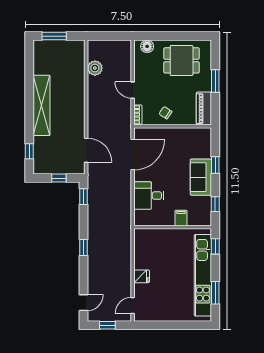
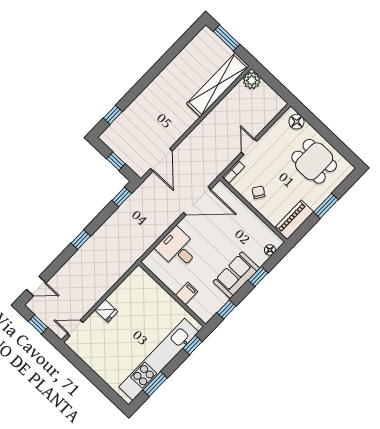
plant: (95, 68) -> (252, 80), moved
shelving: (41, 105) -> (218, 85), moved
floor lamp: (207, 142) -> (270, 250), added

